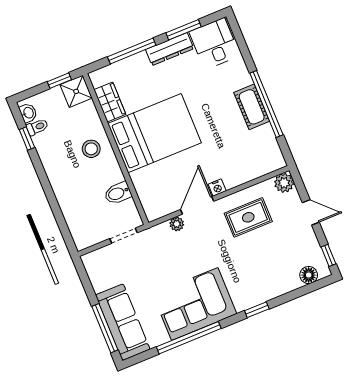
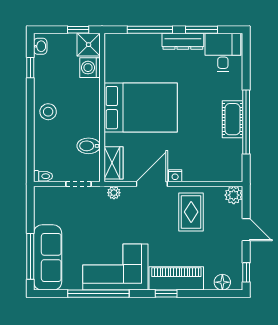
wardrobe: (110, 102) -> (114, 163), moved
washing machine: (87, 114) -> (90, 68), added
toilet: (37, 127) -> (43, 176), moved
stool: (91, 149) -> (48, 112), moved
rug: (248, 217) -> (191, 212), turned 90
plant: (177, 224) -> (114, 193), moved
piano: (261, 290) -> (176, 278), added

